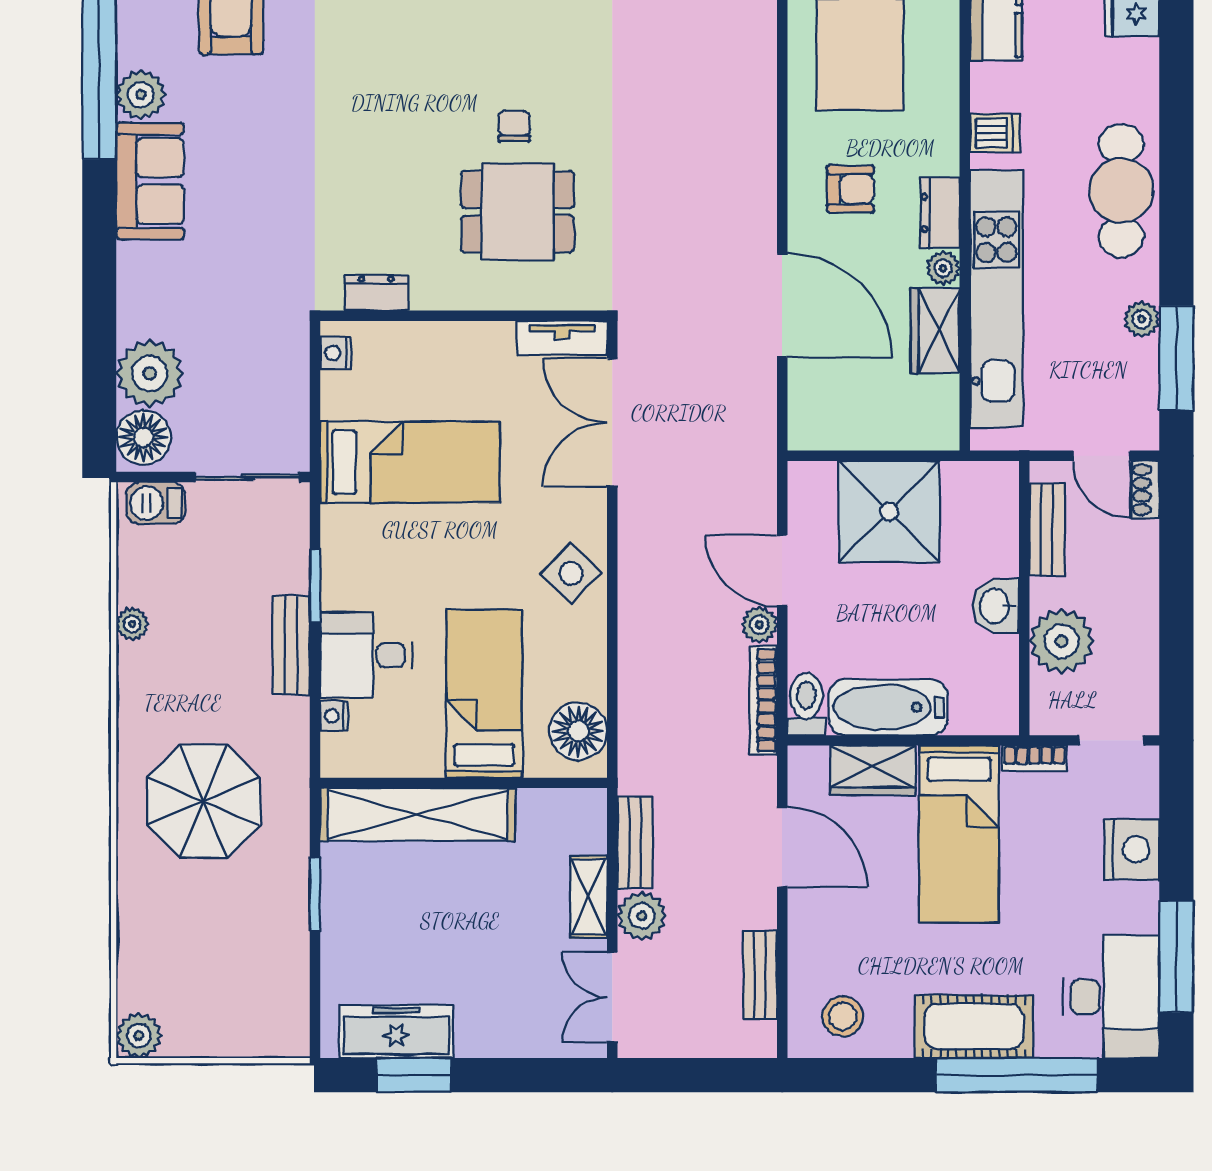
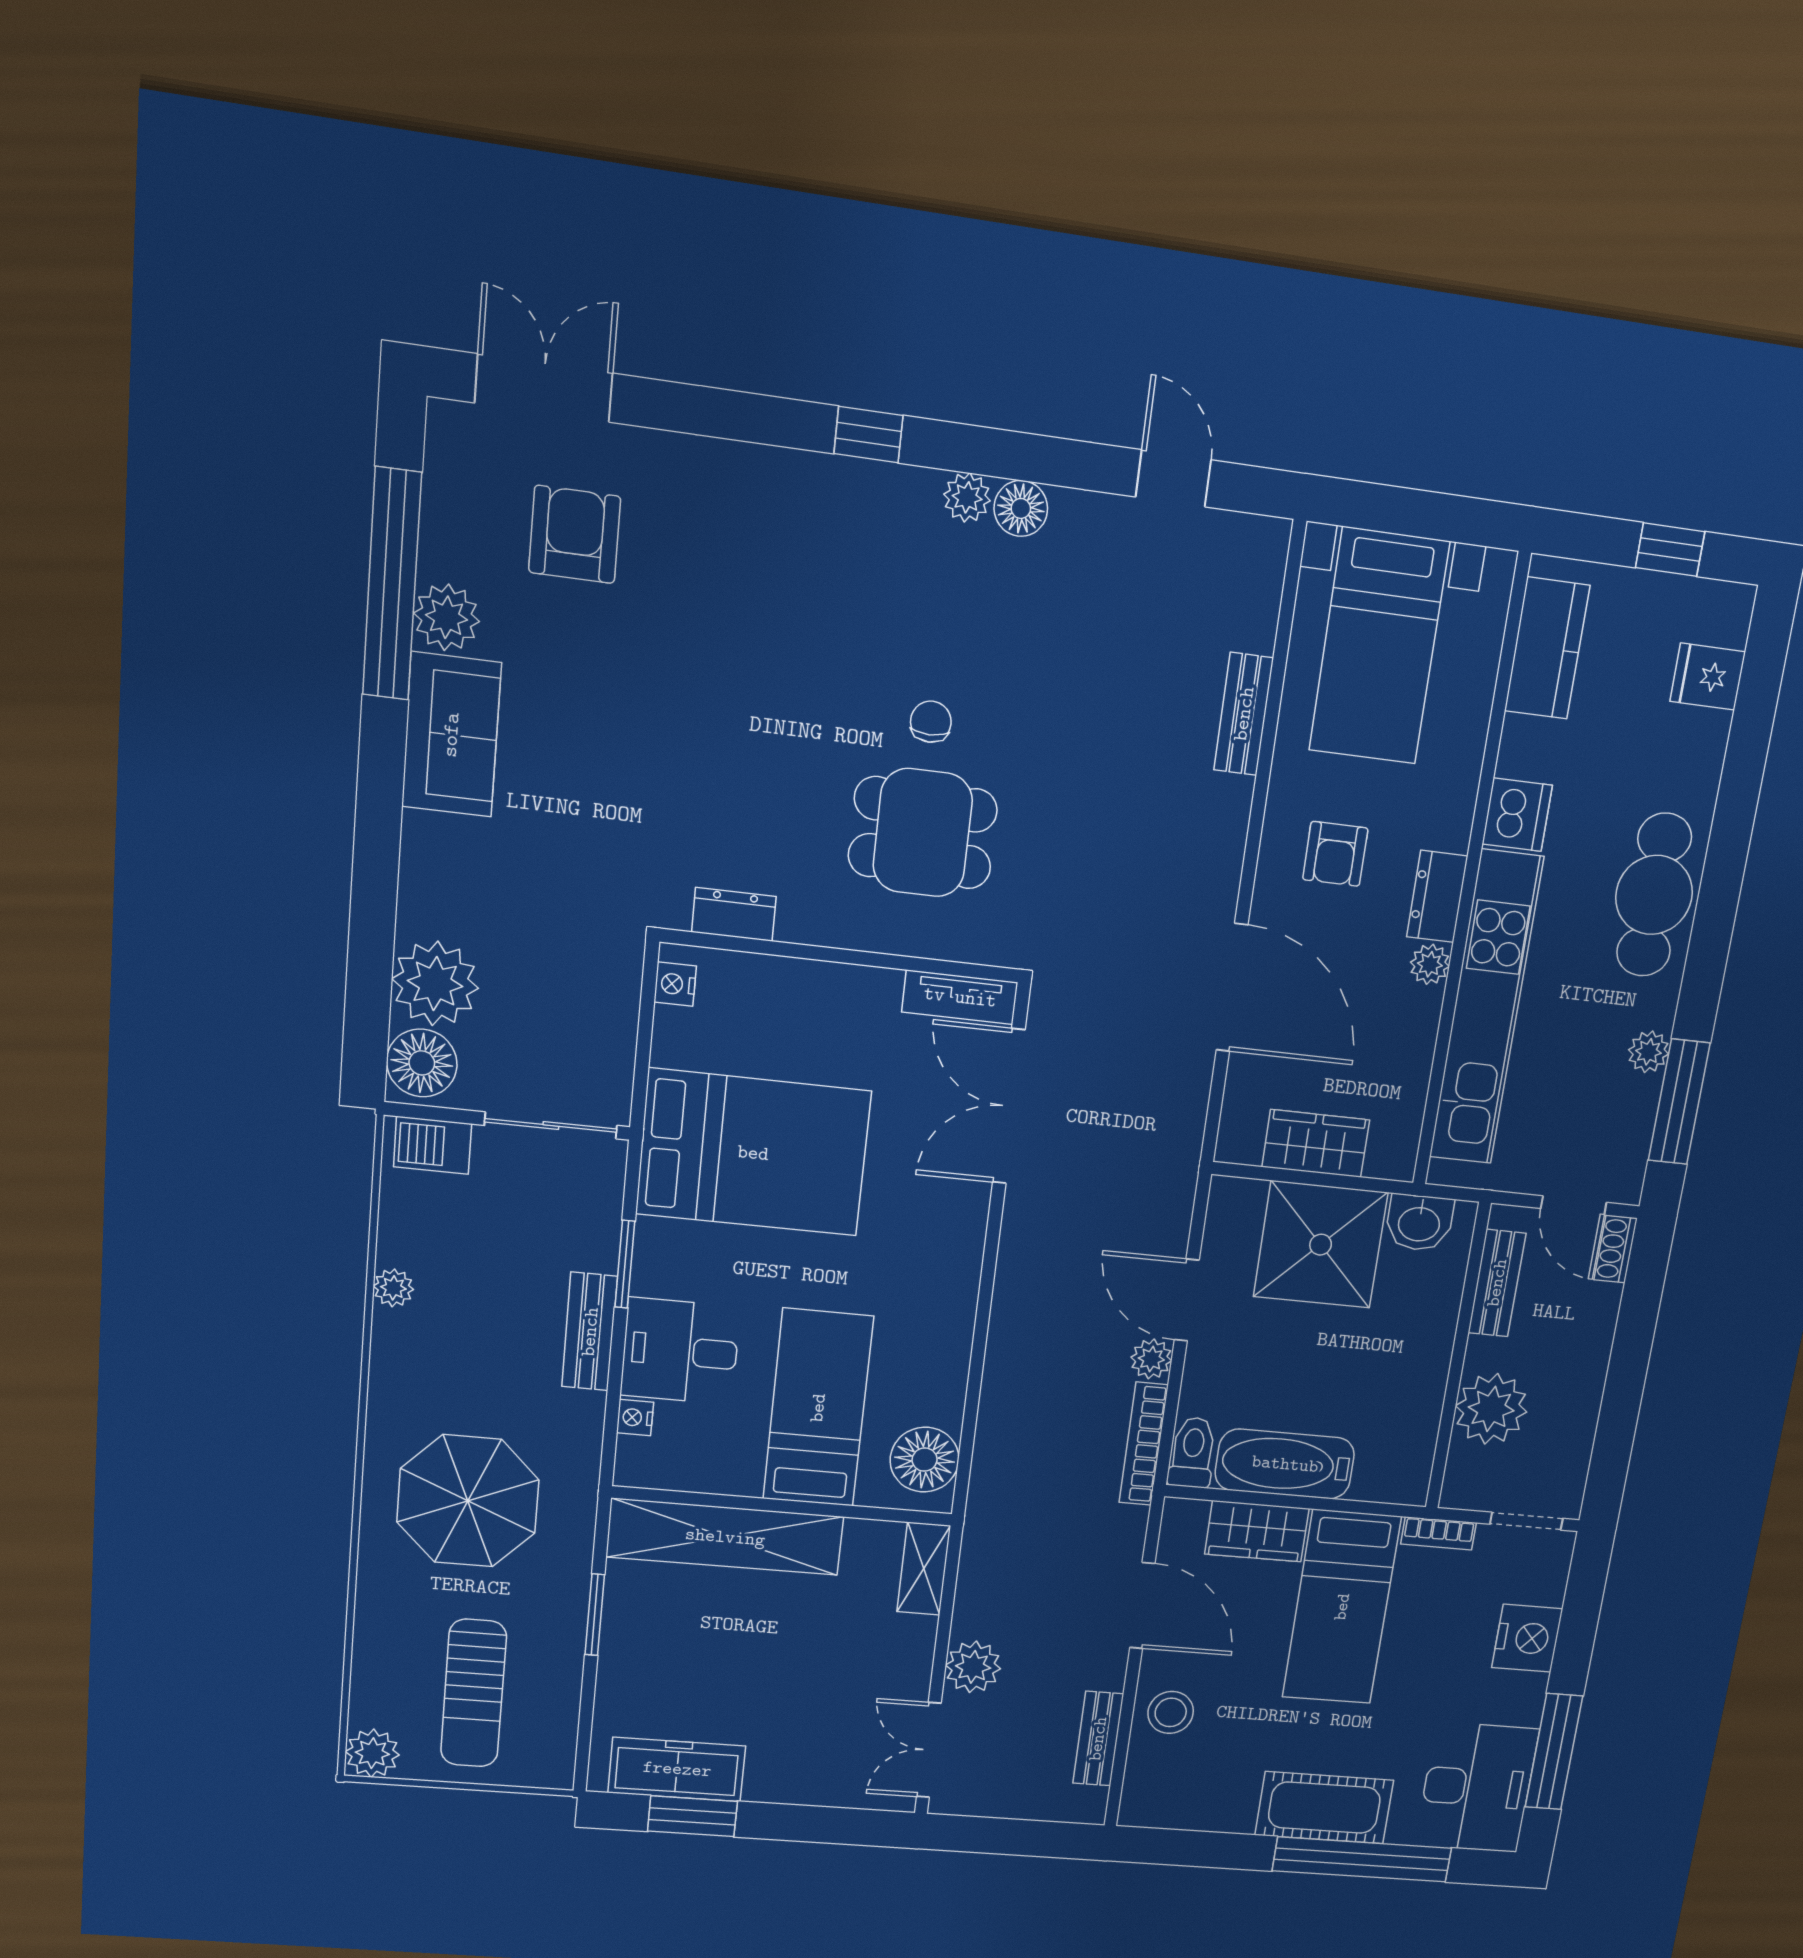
dishwasher: (995, 133) -> (1517, 815), width x1.38
armchair: (850, 189) -> (1335, 854), turned 90
wardrobe: (935, 331) -> (1316, 1143), moved, turned 90
bed: (410, 462) -> (753, 1153), width x1.50
side table: (571, 574) -> (937, 1280), removed
washbasin: (996, 606) -> (1419, 1223), moved, turned -90
bench: (635, 843) -> (1244, 714), moved
shelving: (589, 897) -> (924, 1569), moved
sun lounger: (219, 974) -> (474, 1693), added
stool: (843, 1016) -> (1171, 1712), moved

